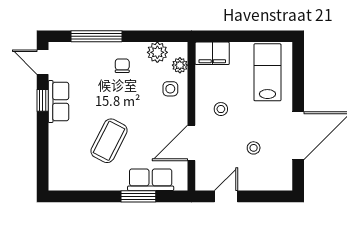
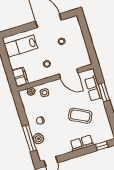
plant: (157, 52) -> (38, 139), moved
window: (43, 100) -> (102, 146), moved
row of seats: (59, 102) -> (82, 143), moved
door: (226, 196) -> (90, 48), removed

